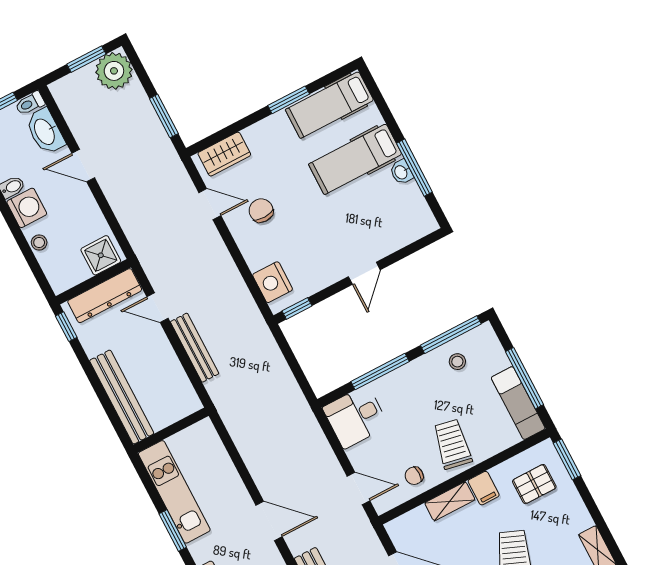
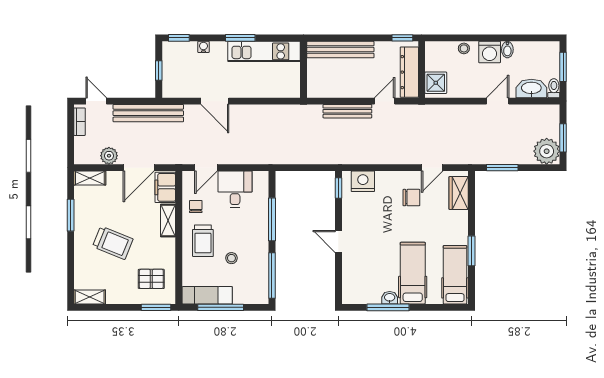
stool: (457, 362) -> (231, 258), moved
desk: (356, 417) -> (235, 189), moved
trolley: (452, 444) -> (203, 241), turned 79
pallet: (534, 484) -> (151, 279), turned 90
filing cabinet: (484, 488) -> (165, 187), moved, width x2.00
door: (269, 521) -> (215, 101), hinge flipped

